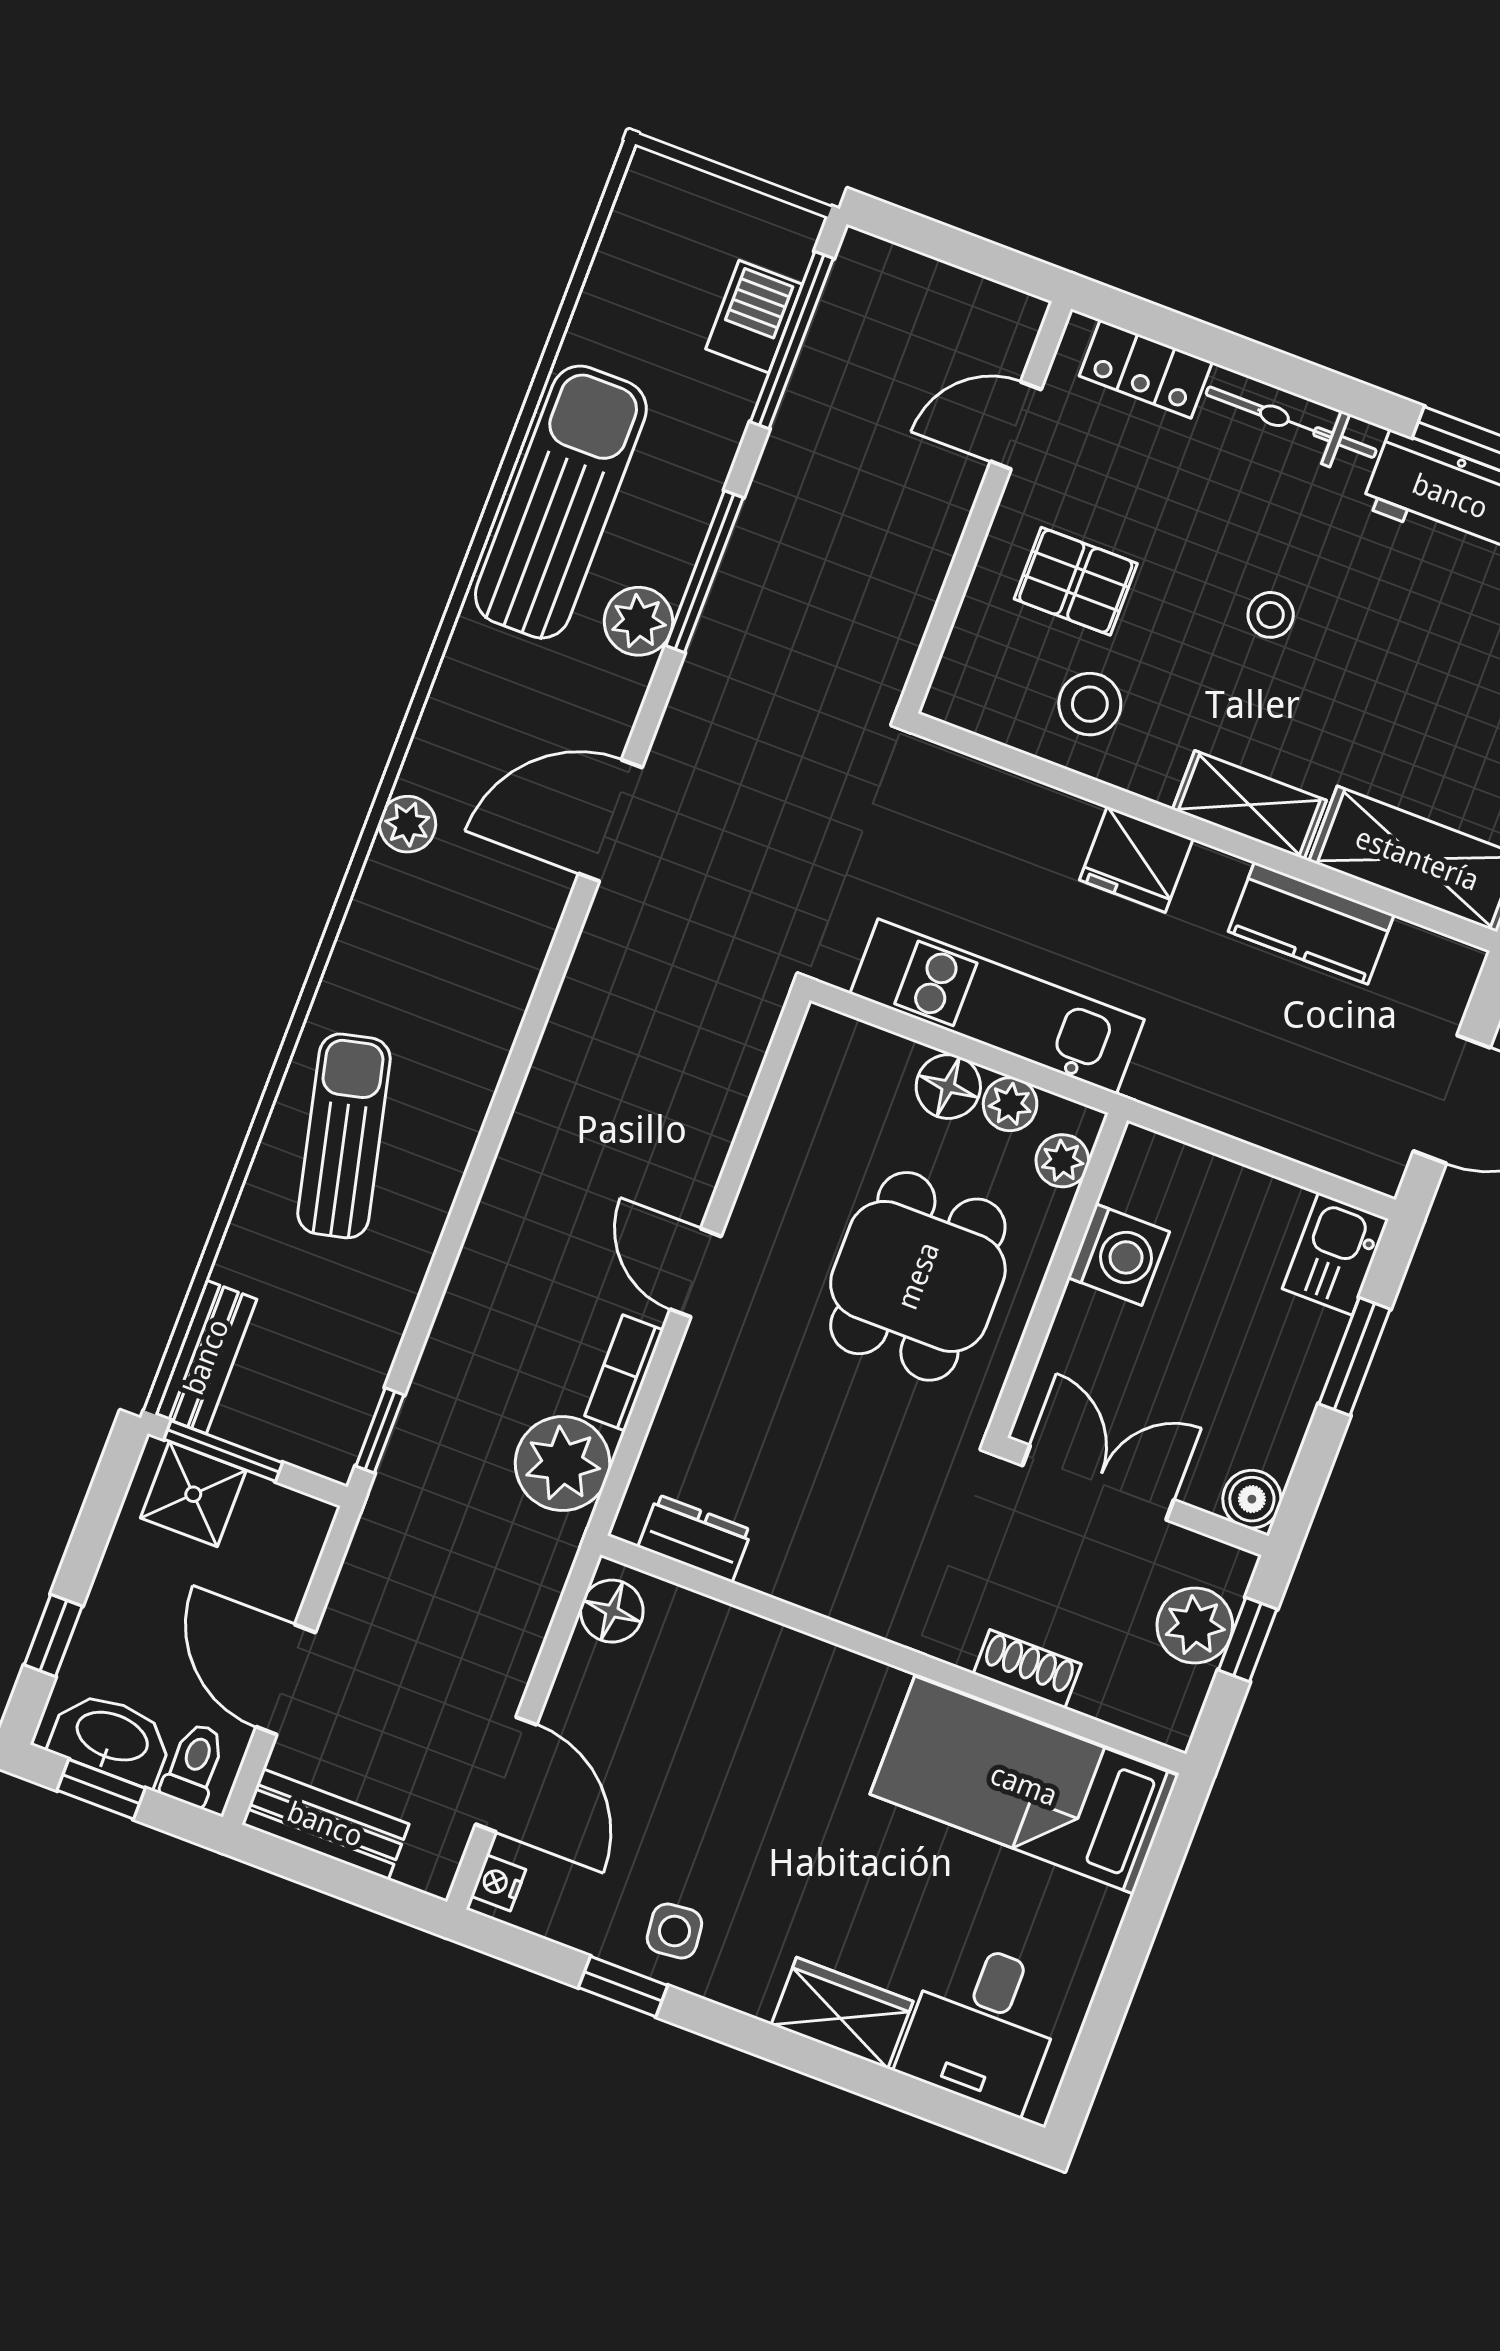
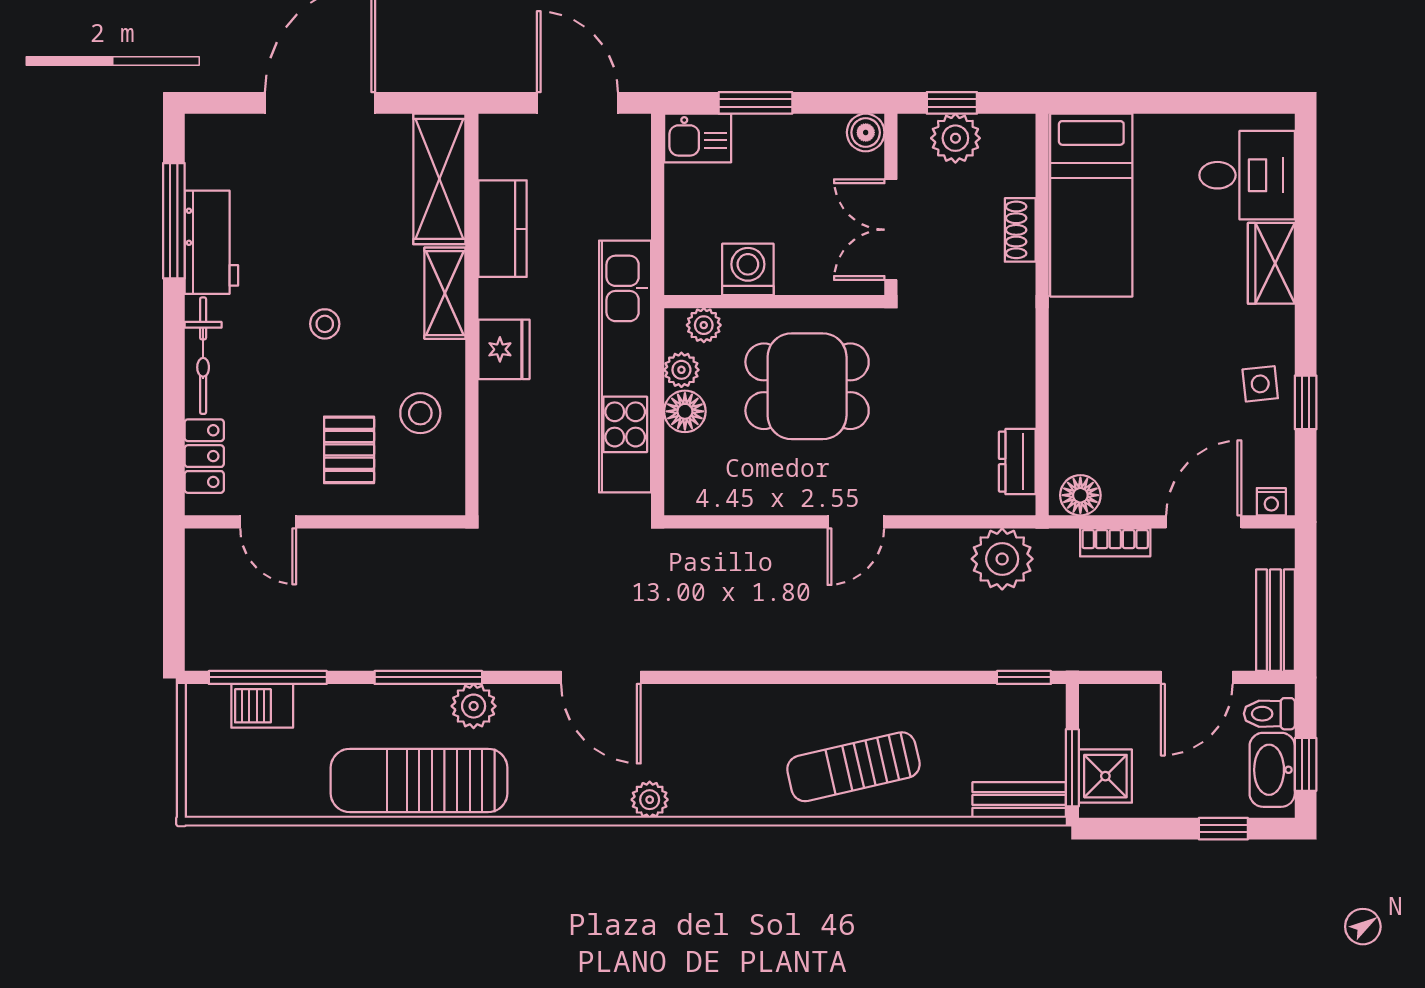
kitchen unit: (997, 1007) -> (625, 366), width x1.36
bookcase: (624, 1373) -> (1115, 542), moved

